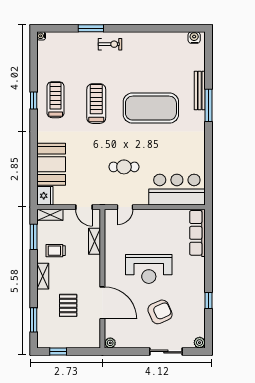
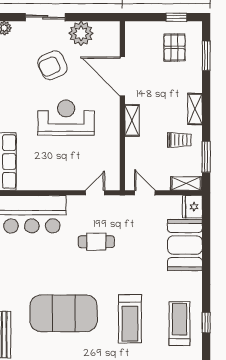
treadmill: (56, 100) -> (180, 324), turned 180
shelving: (95, 241) -> (132, 120), moved
pallet: (68, 305) -> (175, 47), moved
plant: (110, 343) -> (81, 33), moved, width x1.88, depth x1.88

